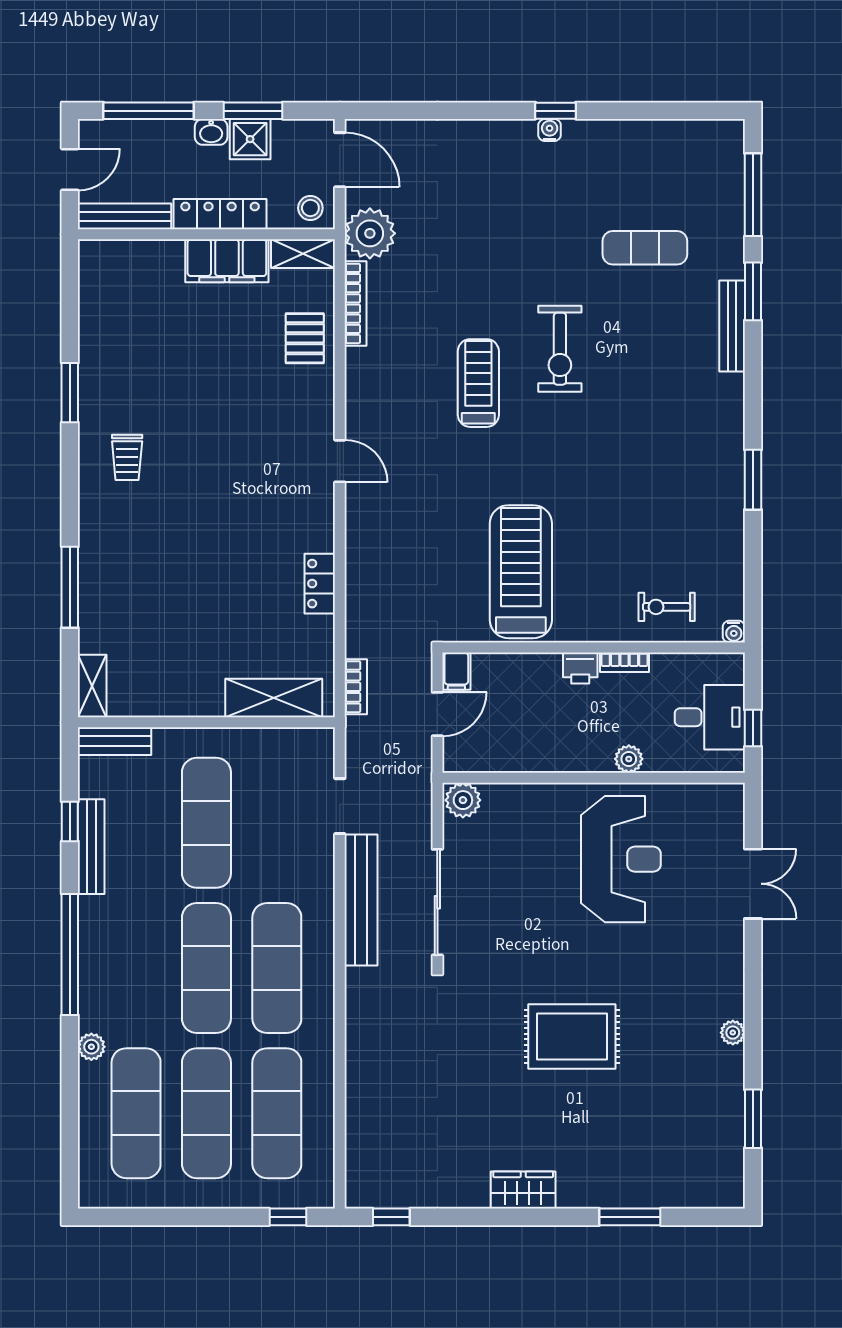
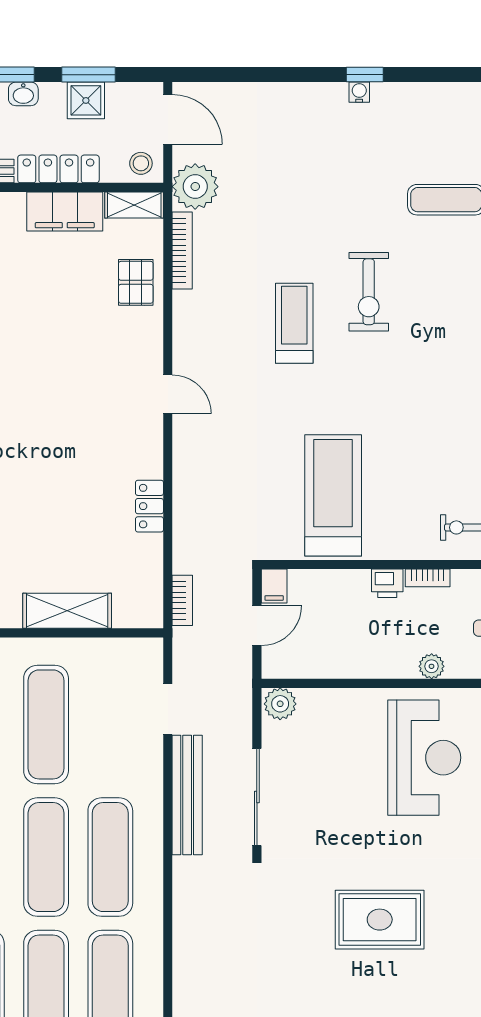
washbasin: (211, 132) -> (23, 94), moved
shelving: (274, 698) -> (67, 611), moved

